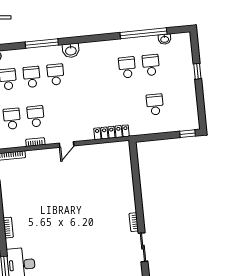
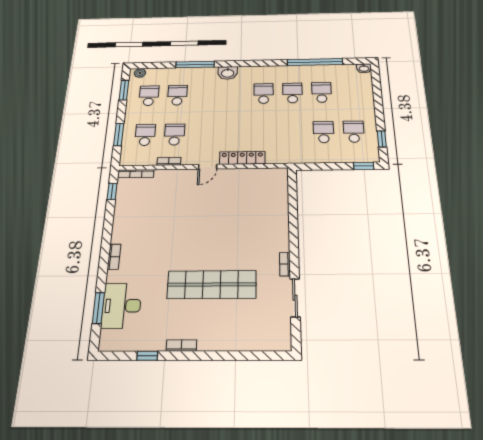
washbasin: (165, 39) -> (364, 68), moved
window: (197, 71) -> (382, 139), moved
school desk: (56, 75) -> (264, 94), moved
school desk: (179, 102) -> (354, 132), added
locker: (112, 132) -> (242, 158), moved
shop shelf: (83, 243) -> (212, 285), added

